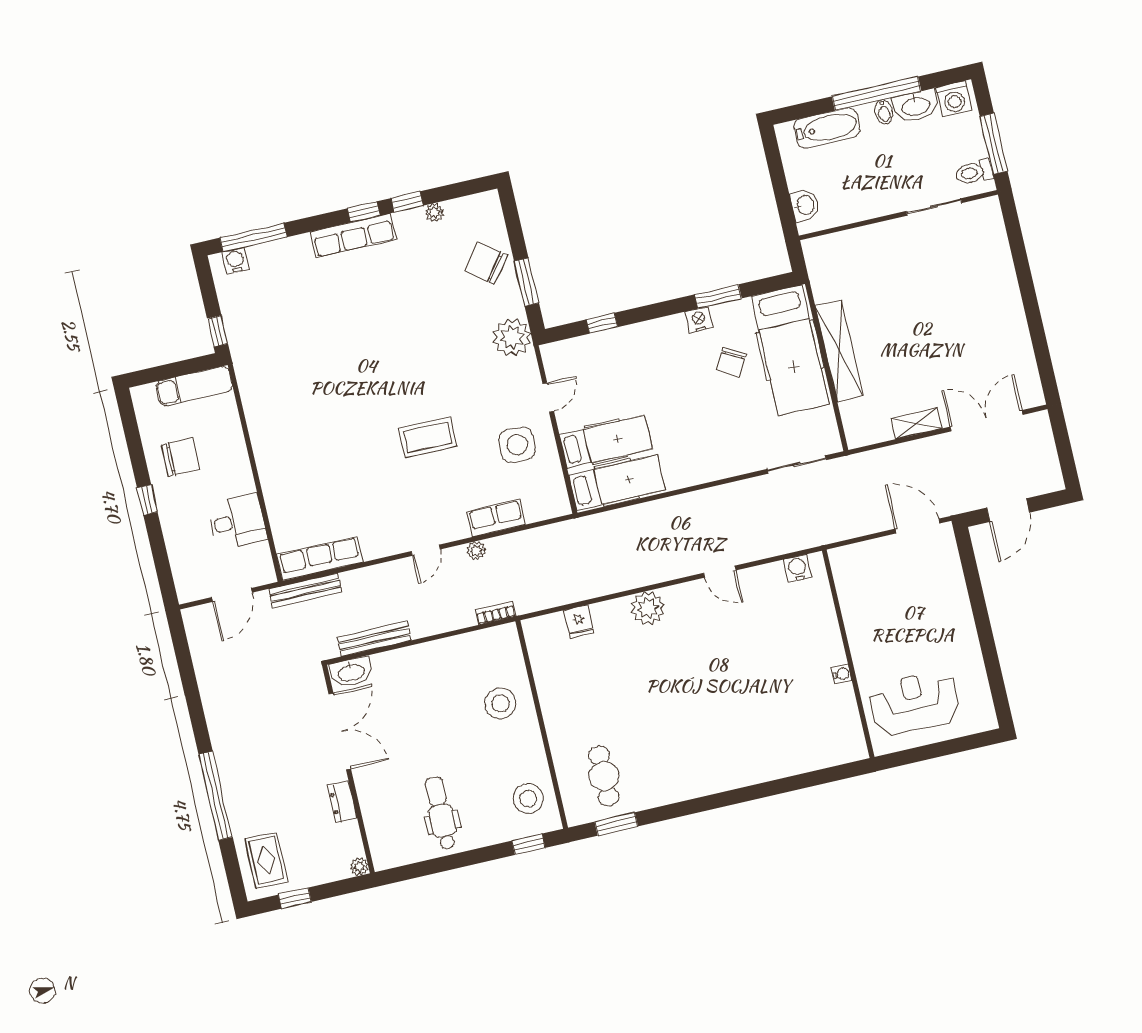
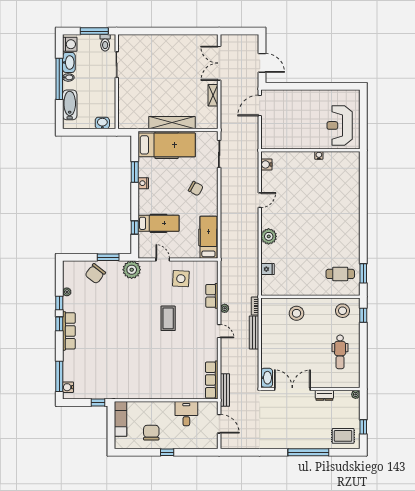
chair: (731, 362) -> (196, 189), moved
hospital bed: (606, 442) -> (158, 223), moved, turned 90
bench: (374, 639) -> (254, 332), moved
dental chair: (441, 813) -> (340, 352), turned -90

